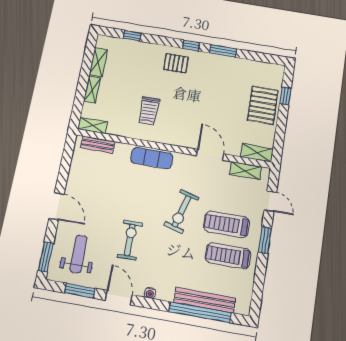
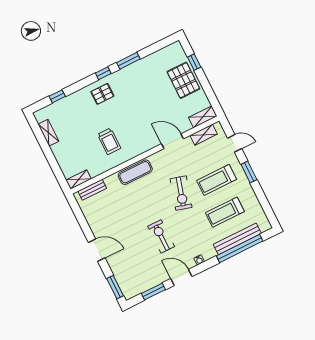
shelving: (92, 90) -> (59, 155), removed
weight bench: (78, 254) -> (135, 270), removed
treadmill: (228, 256) -> (225, 212), moved

